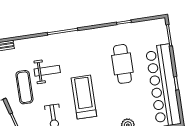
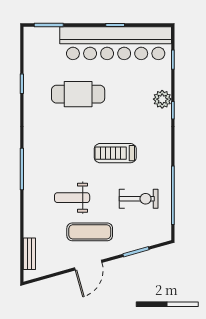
weight bench: (47, 71) -> (72, 198), turned -90
treadmill: (84, 97) -> (115, 153), width x0.73, depth x0.73

